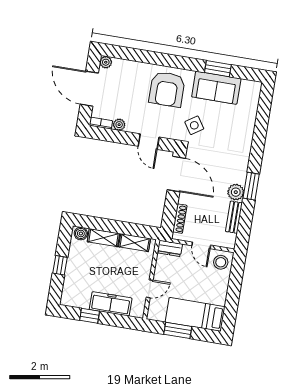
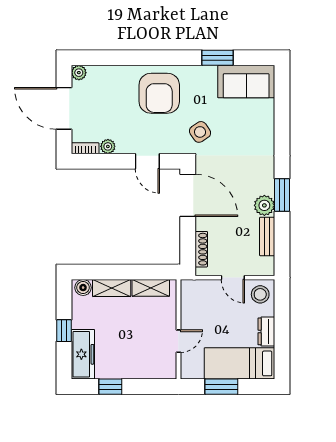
sofa: (216, 88) -> (246, 82), moved
dresser: (170, 248) -> (266, 331), moved, turned 90
freezer: (111, 304) -> (83, 354), moved, turned 90

